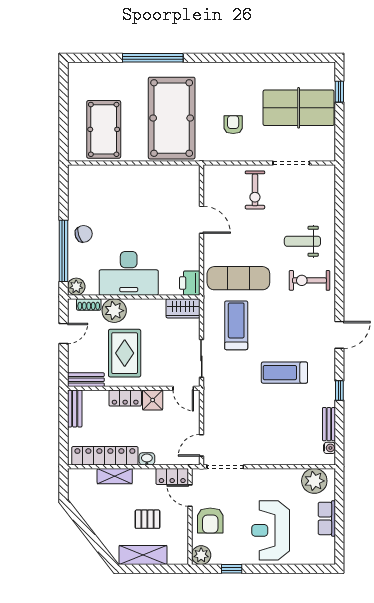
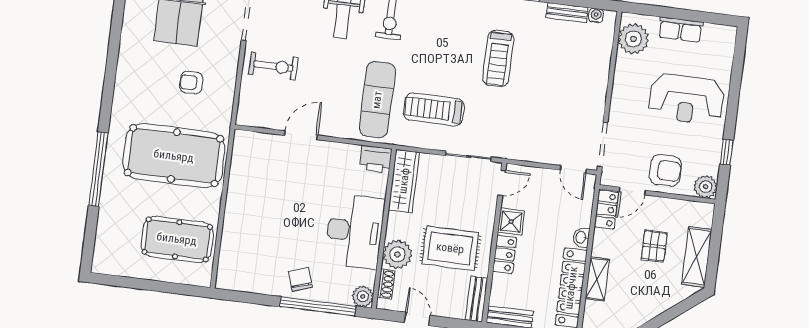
wardrobe: (183, 308) -> (404, 181), width x1.50

